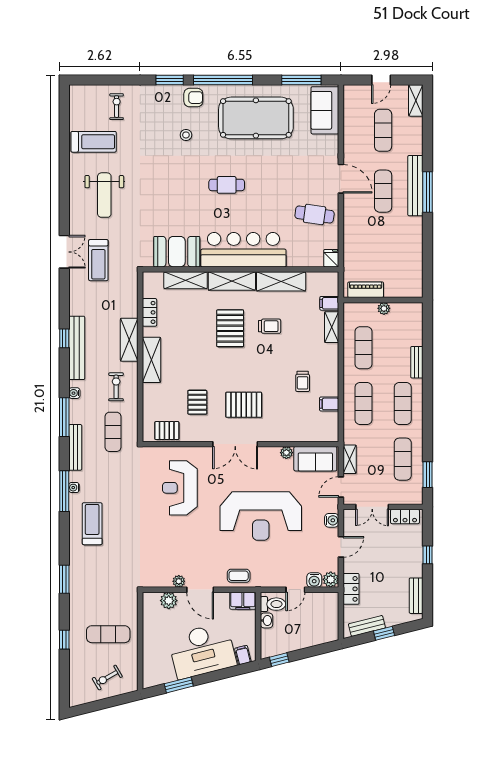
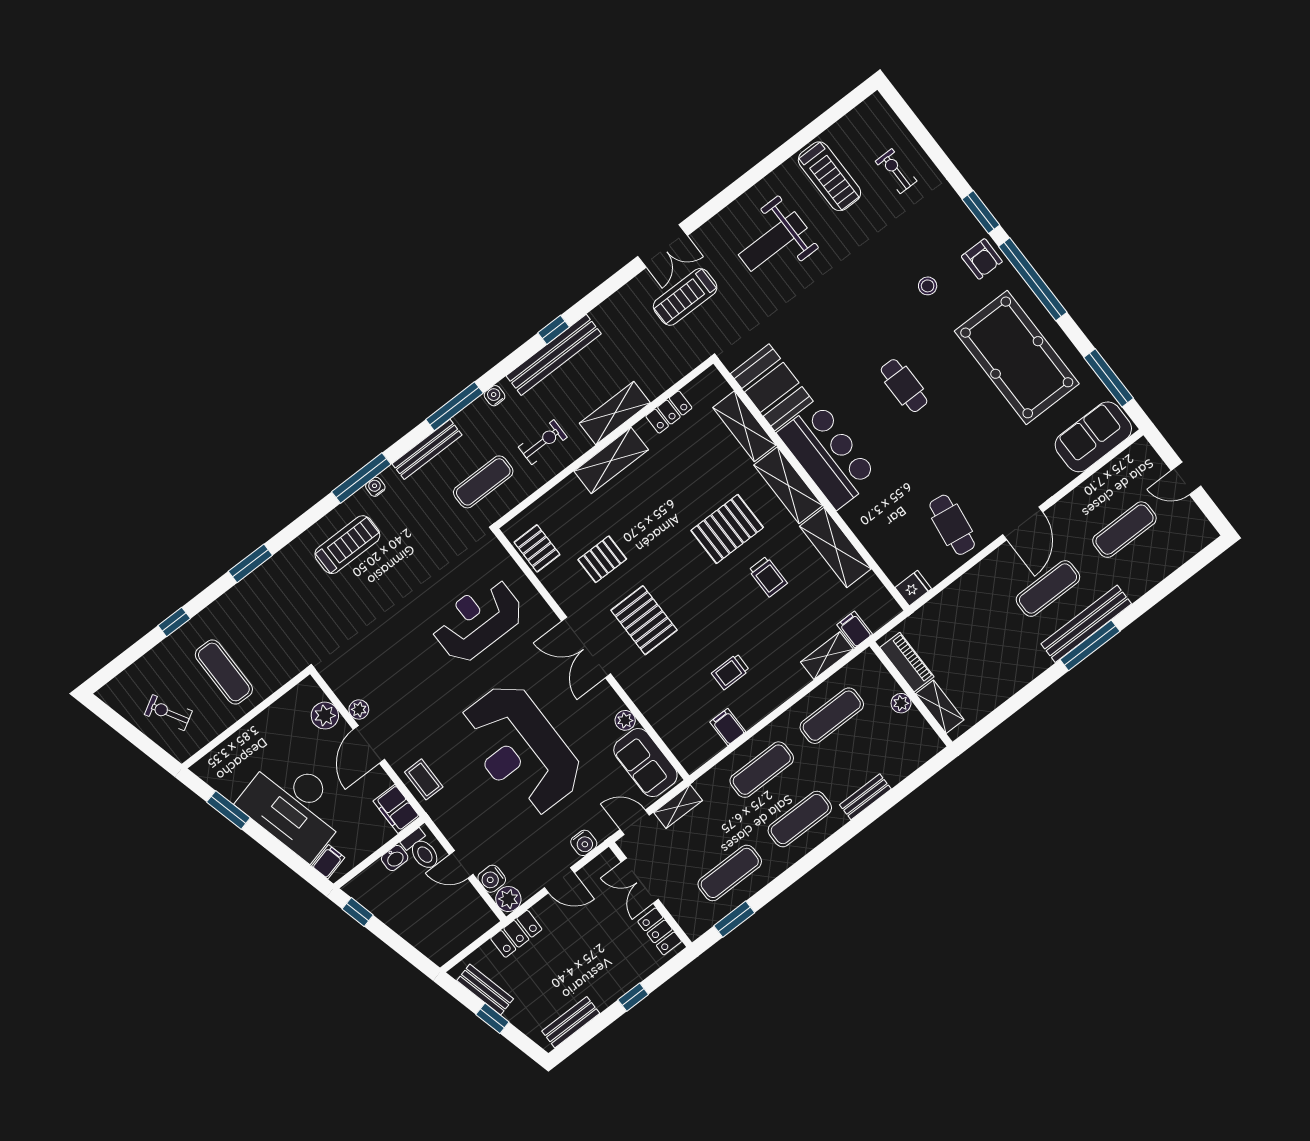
shelving: (416, 100) -> (940, 707), moved, turned 90
exercise bike: (117, 107) -> (896, 171), turned -90
bar counter: (243, 250) -> (828, 455), width x0.73

